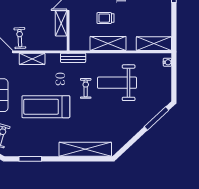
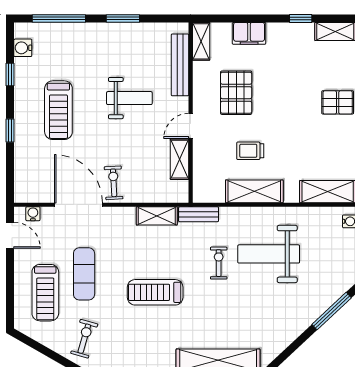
shelving: (32, 59) -> (157, 216), moved
treadmill: (46, 107) -> (155, 292), width x0.73, depth x0.73

